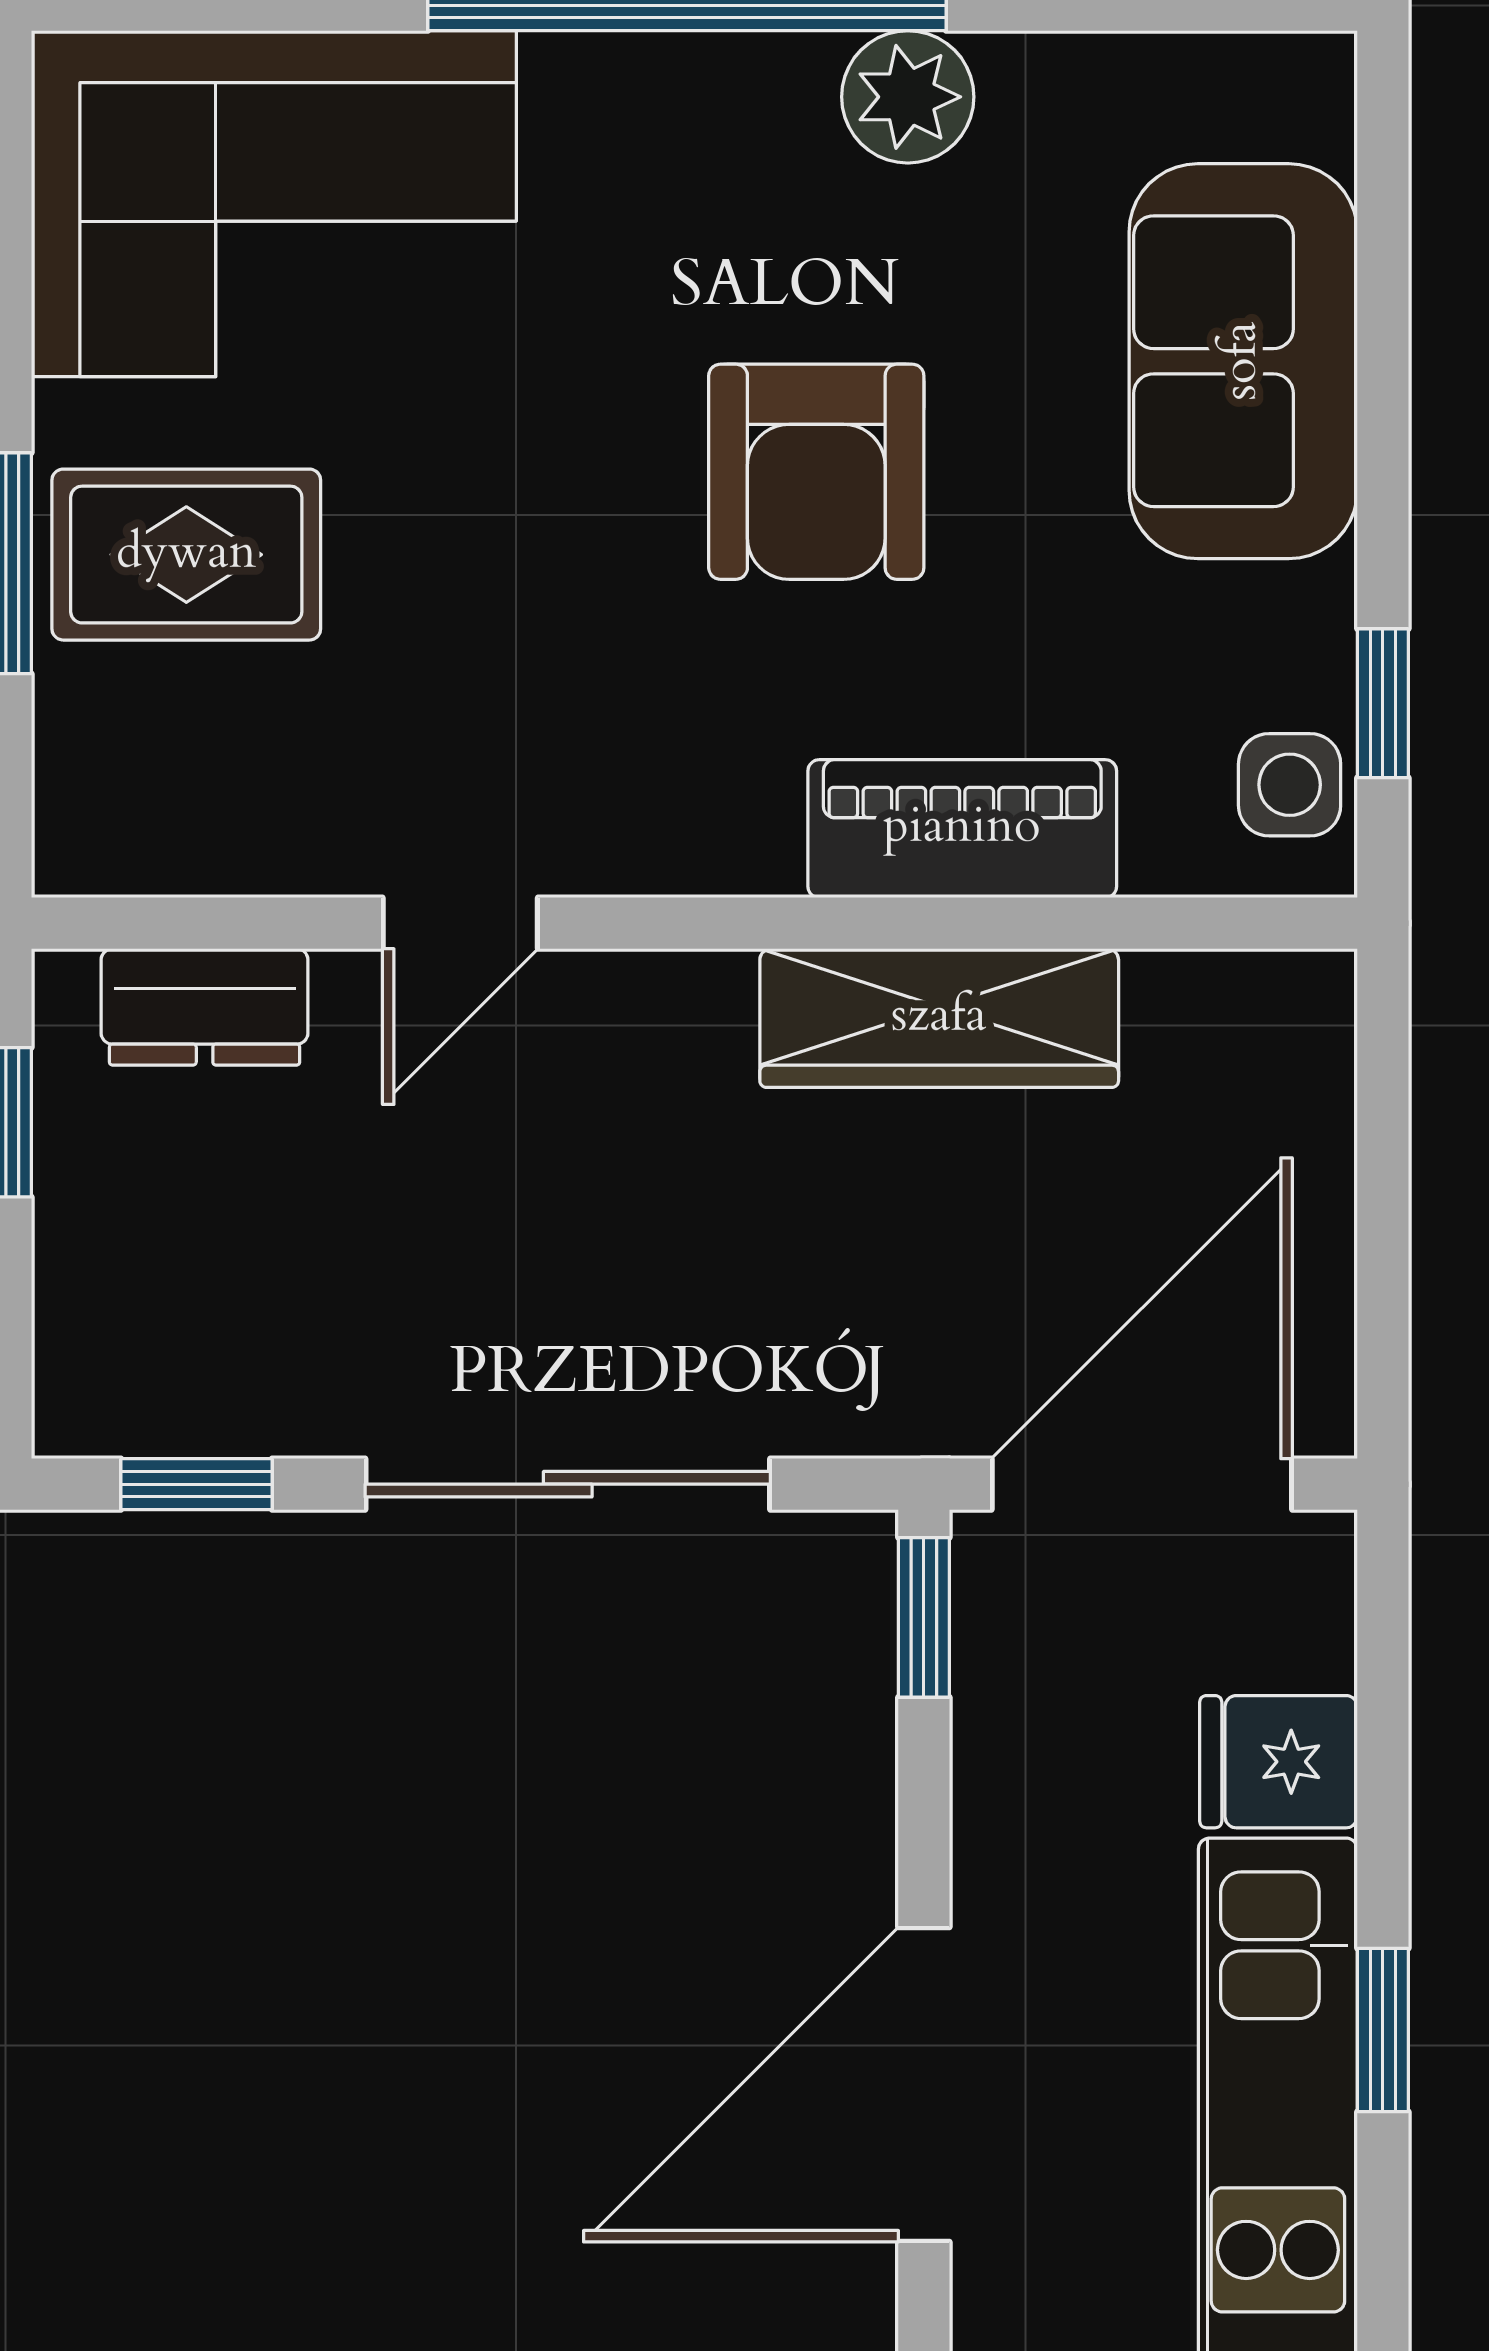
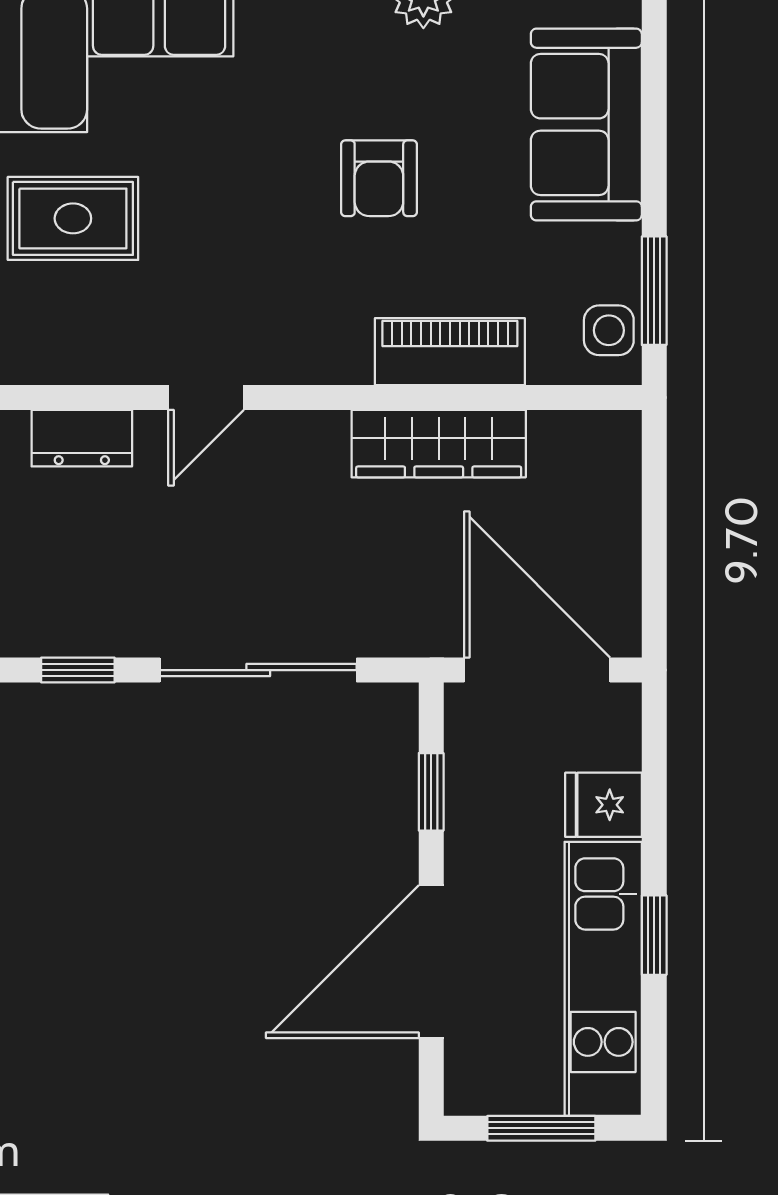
armchair: (816, 472) -> (379, 178), width x0.72, depth x0.72
window: (1383, 703) -> (654, 291), width x1.50
door: (1142, 1484) -> (537, 670), hinge flipped
window: (924, 1617) -> (431, 792), moved

